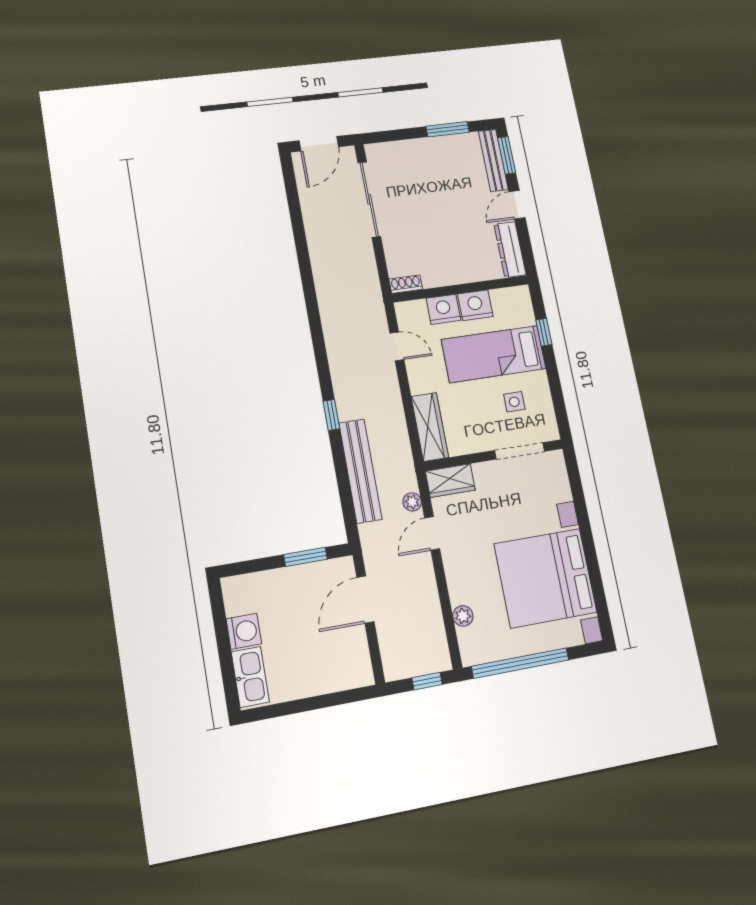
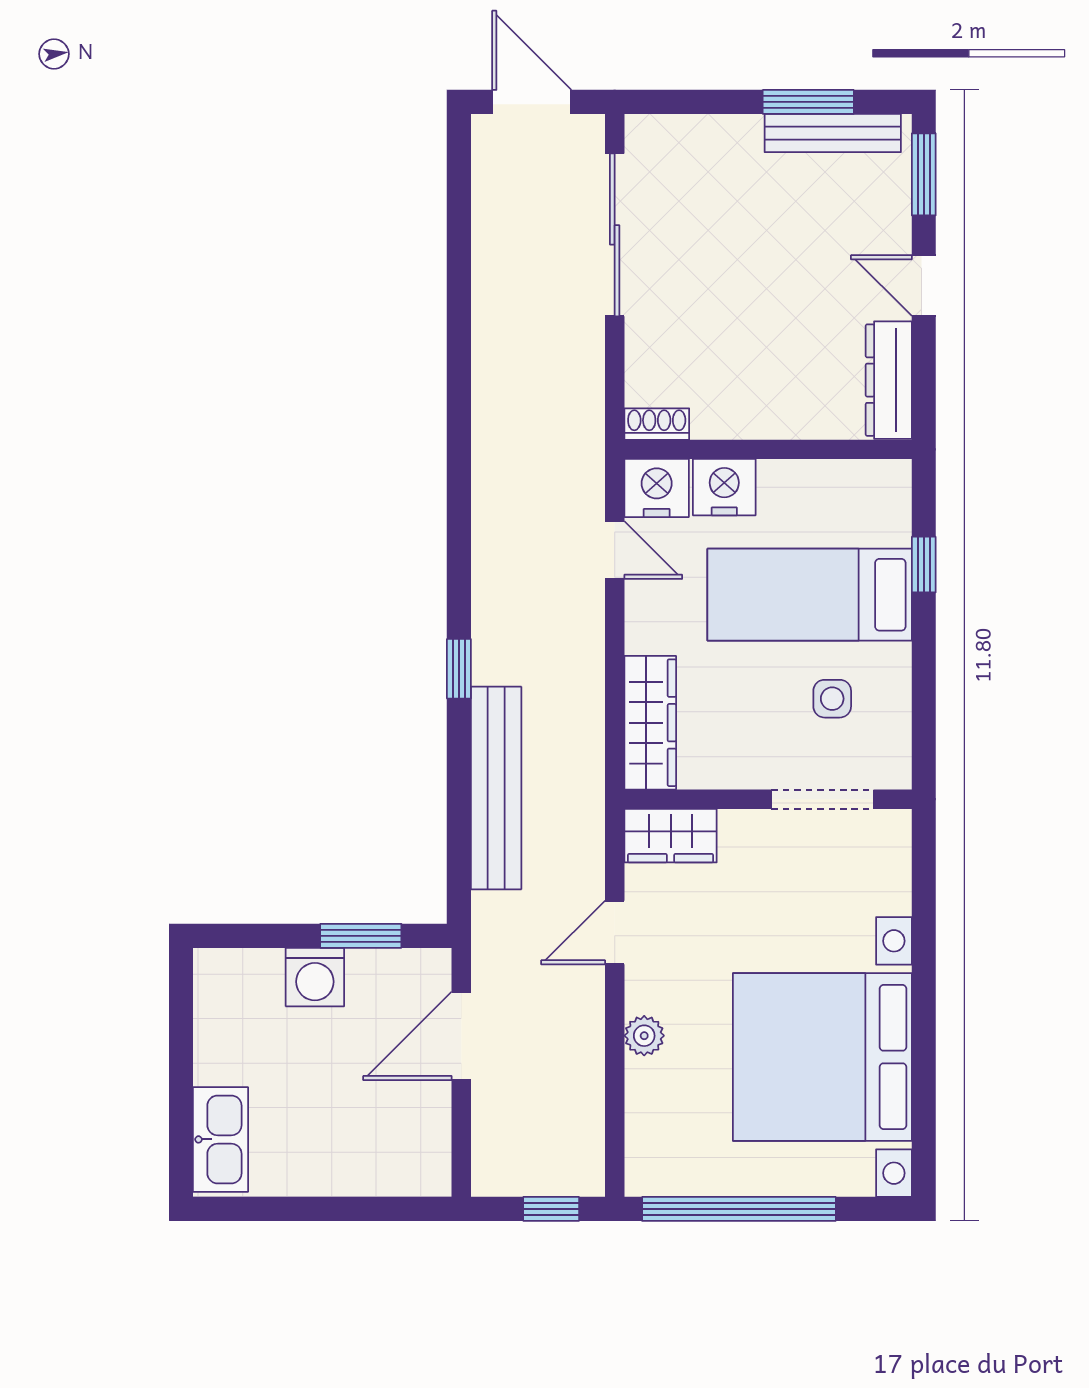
door: (319, 144) -> (532, 102), swing flipped
bench: (493, 160) -> (833, 133), moved, turned 90
door: (517, 205) -> (924, 286), hinge flipped
nightstand: (475, 305) -> (657, 488), moved
plant: (412, 502) -> (587, 865), removed
plant: (463, 616) -> (644, 1036), moved
washing machine: (244, 631) -> (315, 977), moved, turned 90

